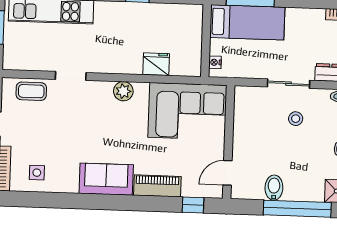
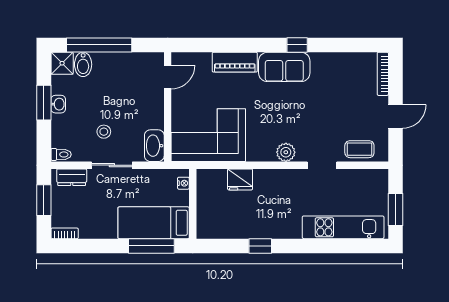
plant: (123, 91) -> (286, 152), moved
washbasin: (244, 102) -> (154, 146), added
side table: (37, 173) -> (351, 71), removed
bidet: (274, 188) -> (83, 64), moved
window: (193, 205) -> (297, 45), moved

